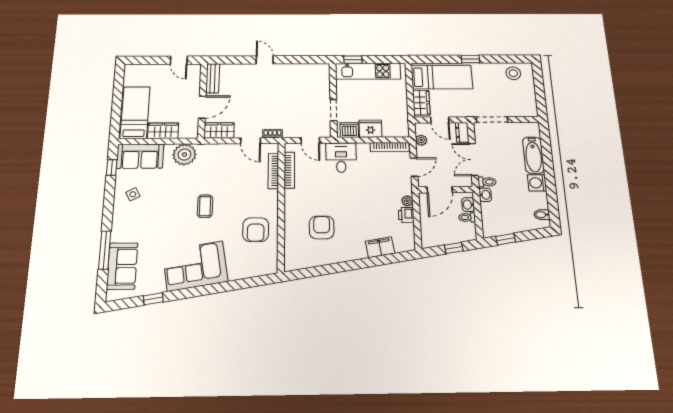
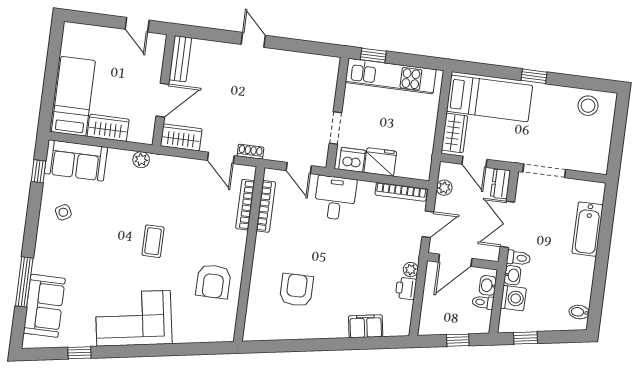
plant: (184, 155) -> (141, 160), width x0.53, depth x0.53
washing machine: (537, 183) -> (513, 298), moved, turned 180

